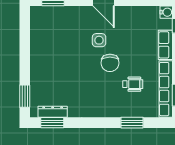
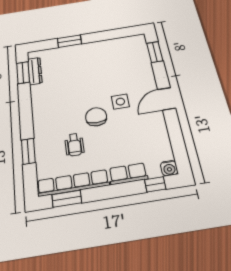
chair: (110, 63) -> (96, 117), turned 90
window: (25, 96) -> (69, 41), moved

